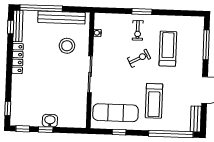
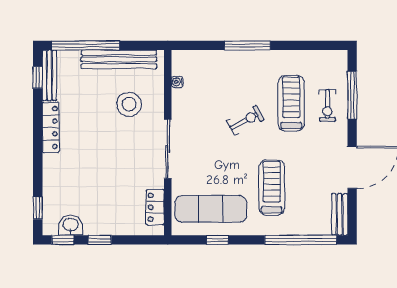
window: (142, 12) -> (247, 45), width x1.44
exercise bike: (138, 30) -> (327, 106), moved
treadmill: (154, 101) -> (272, 188), turned 180
locker: (81, 110) -> (155, 207), added
washbasin: (50, 121) -> (71, 225), moved

